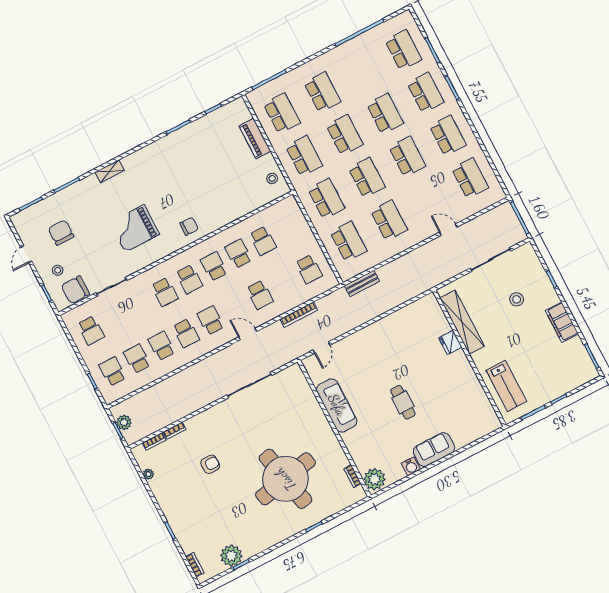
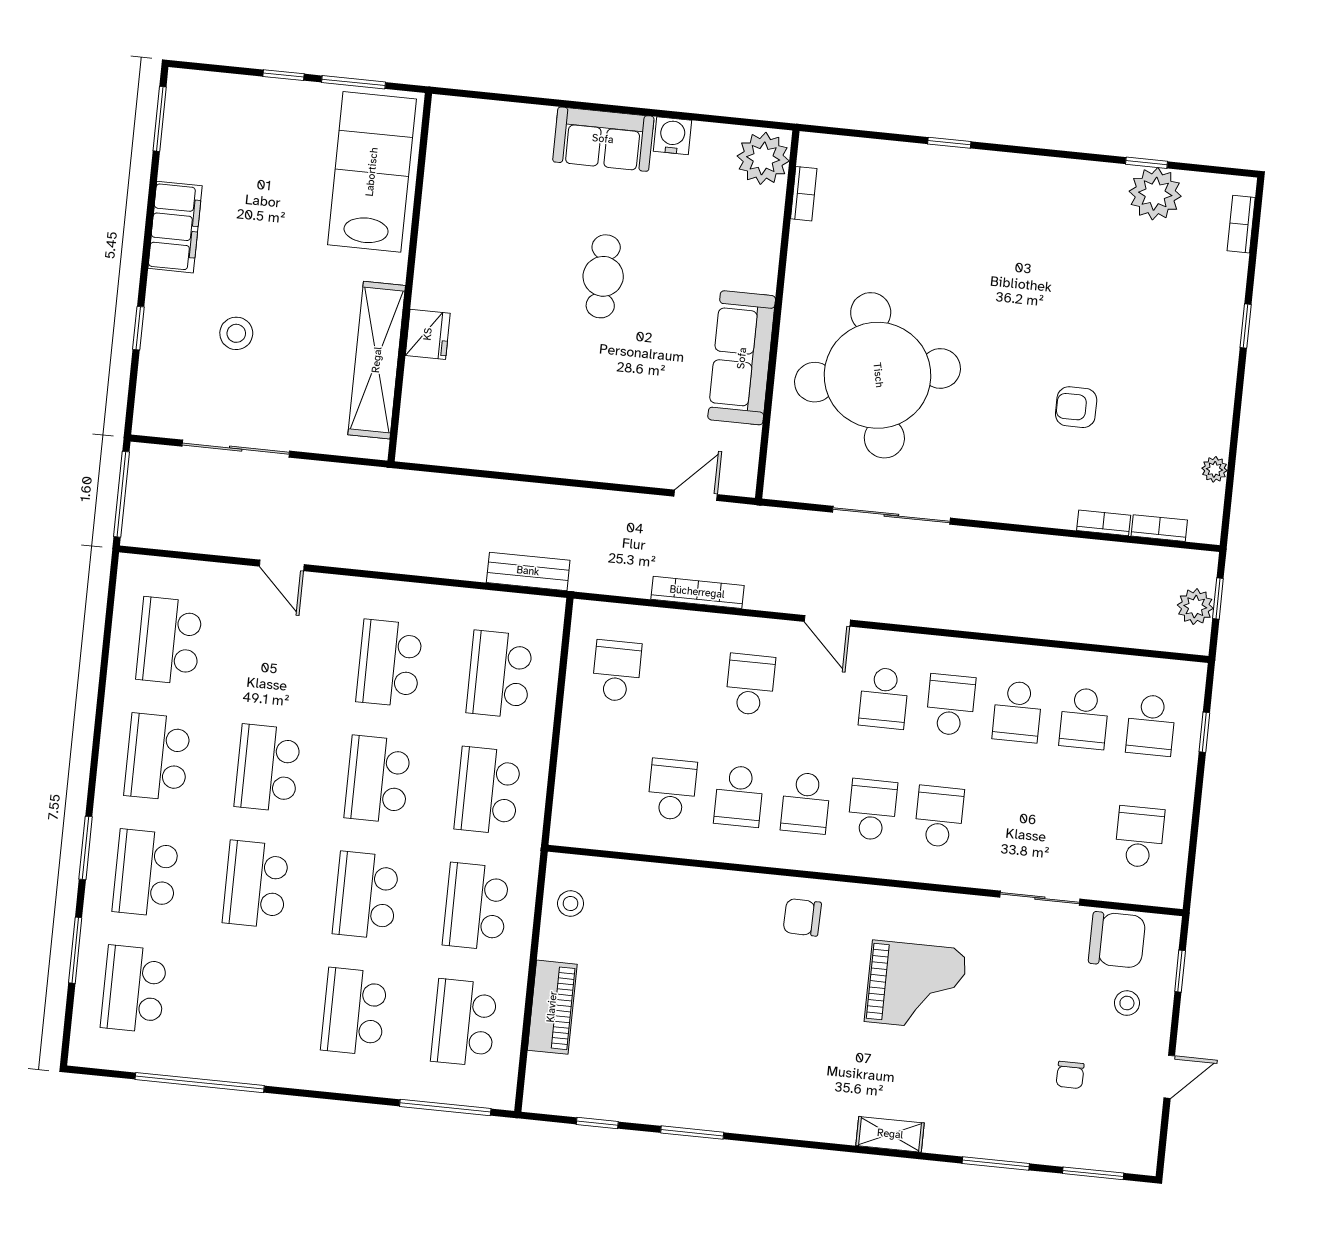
chair: (61, 233) -> (1070, 1075), width x0.54, depth x0.54
lab bench: (506, 386) -> (372, 172), width x1.36, depth x1.39
round table: (285, 479) -> (878, 375), moved

